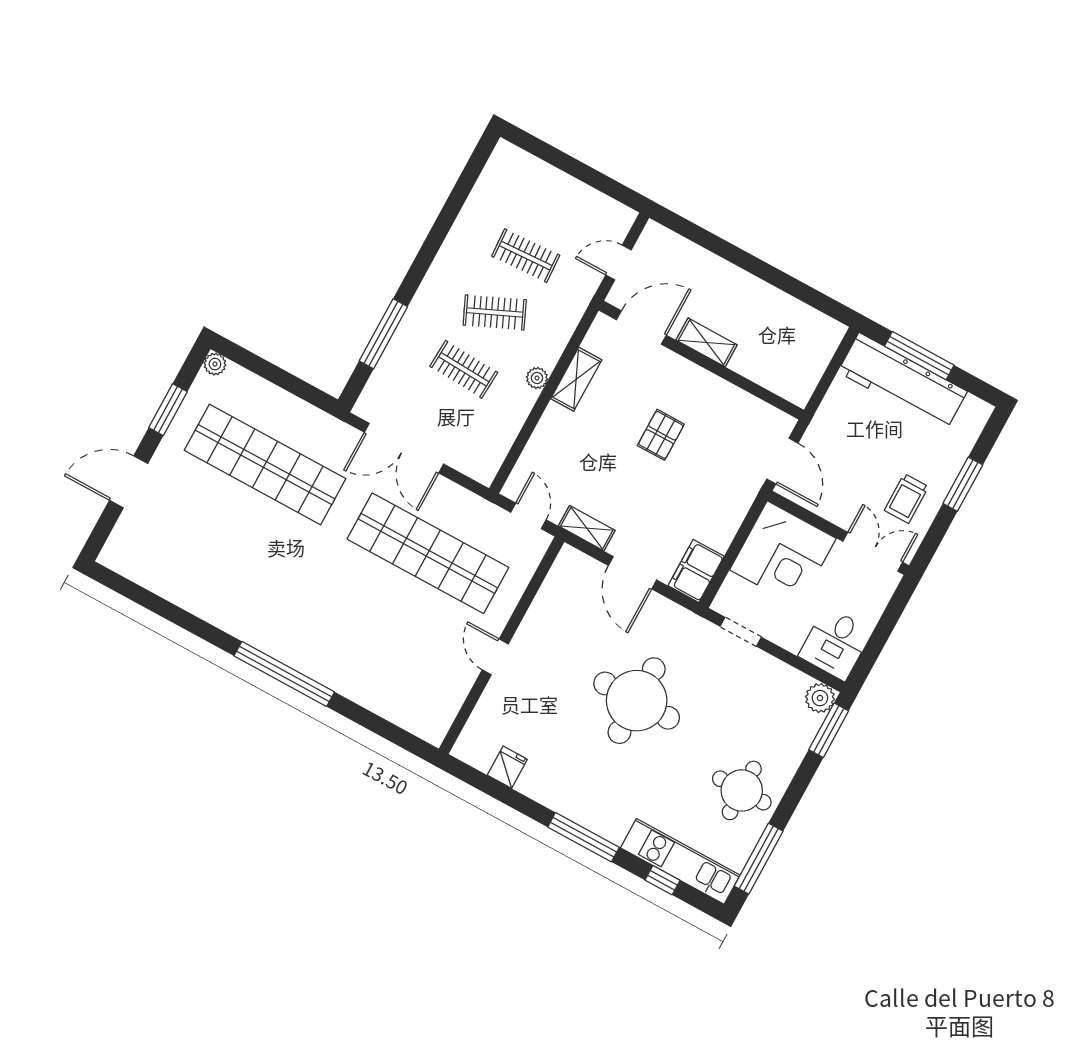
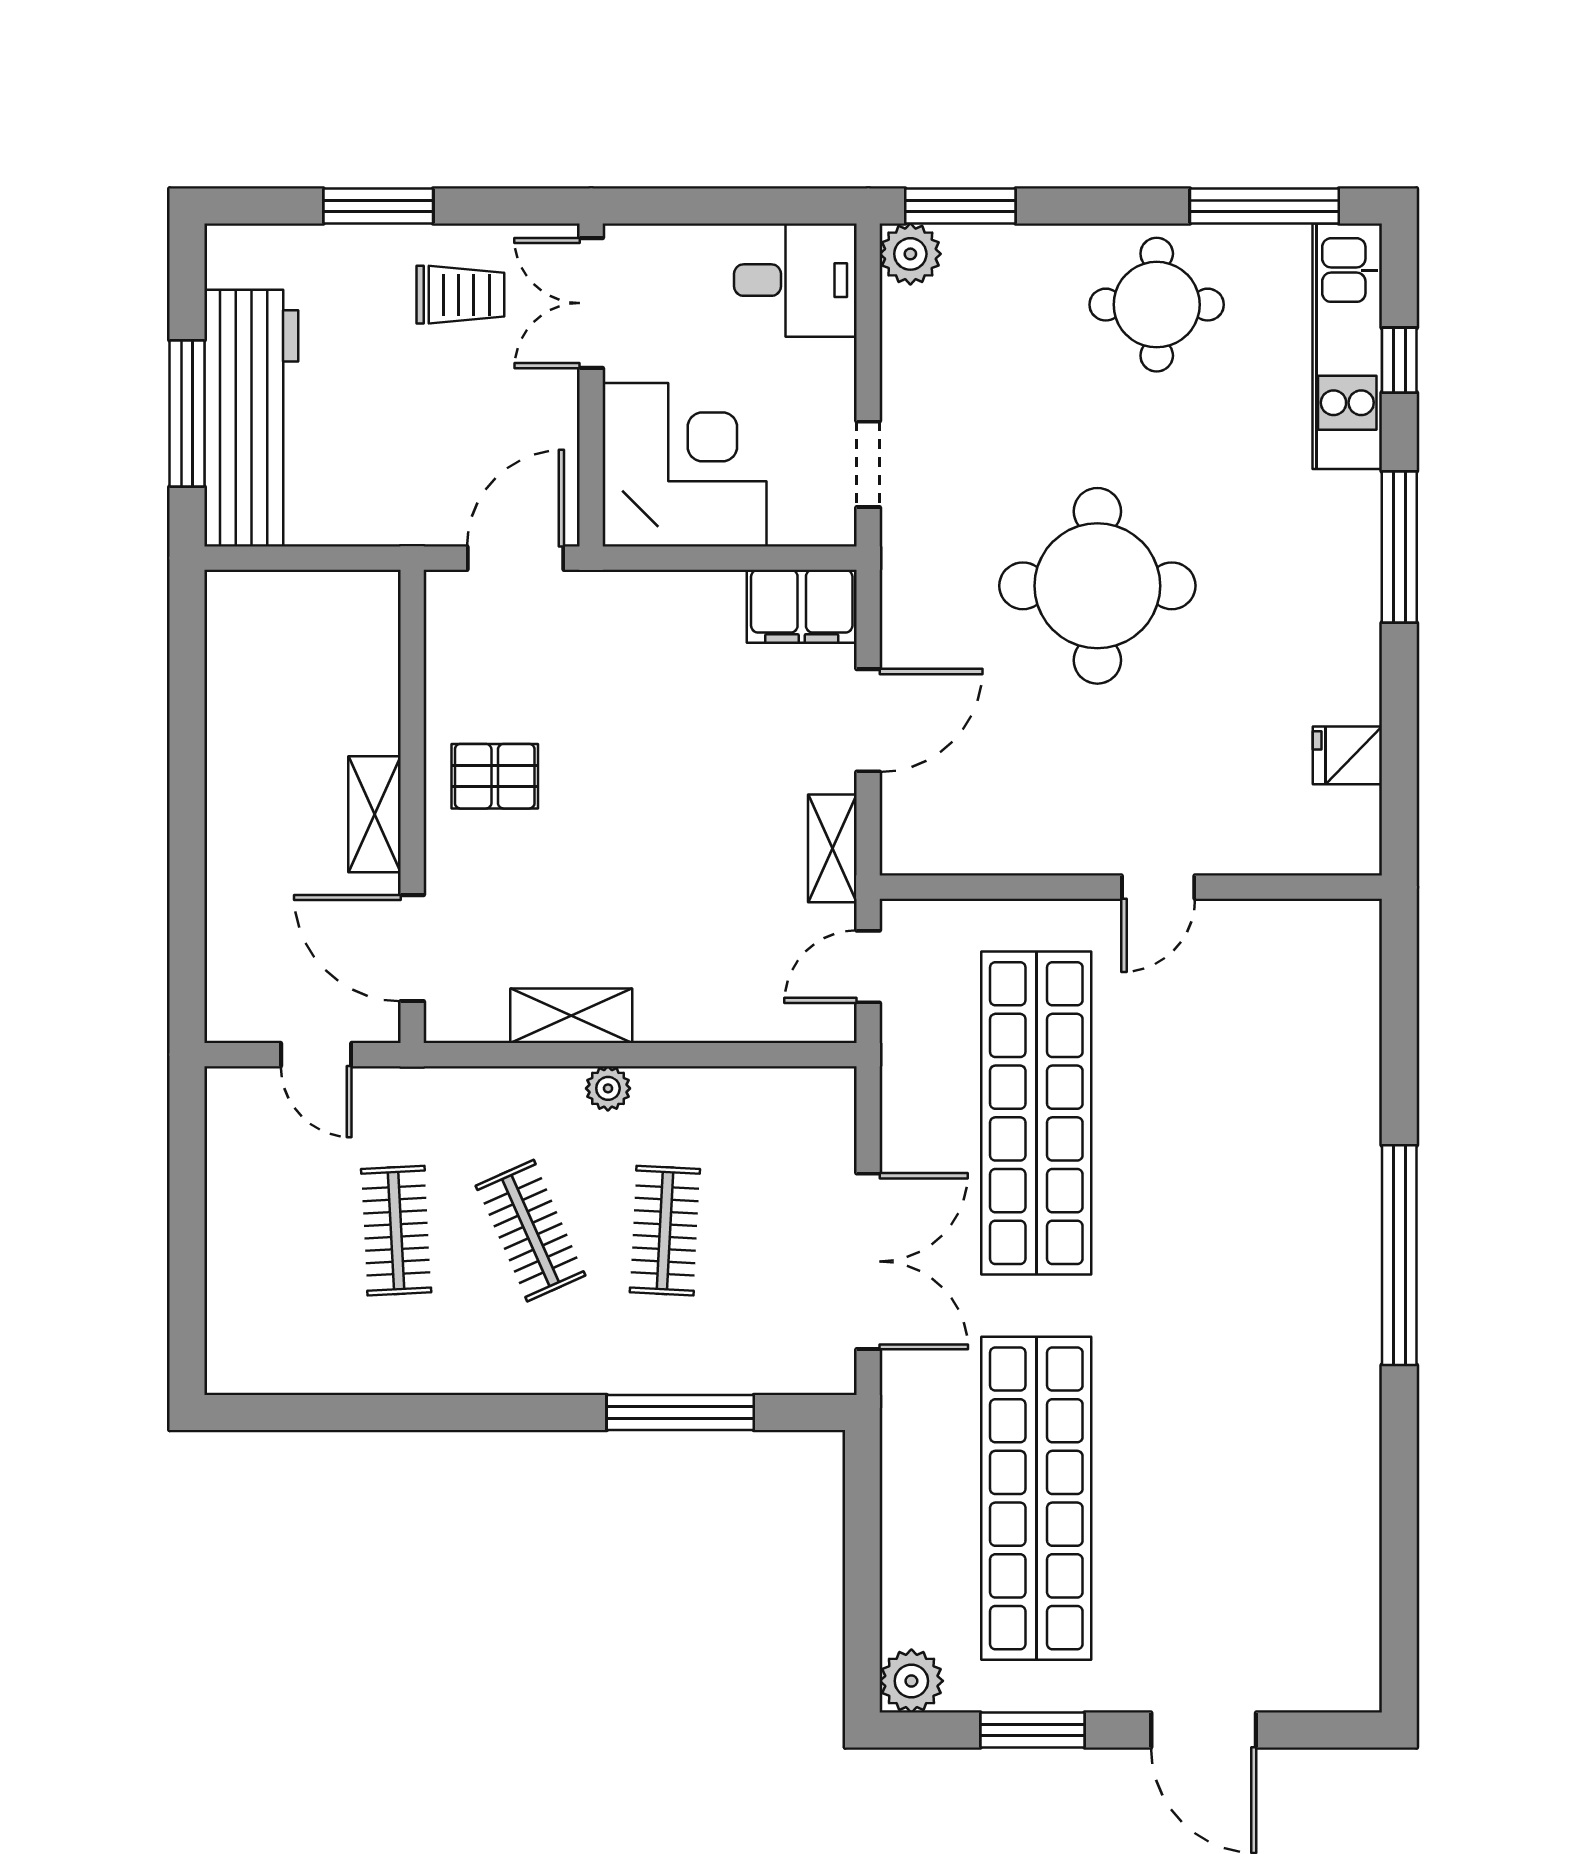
plant: (215, 364) -> (911, 1681), width x1.38, depth x1.38
pallet: (661, 435) -> (495, 776), moved

